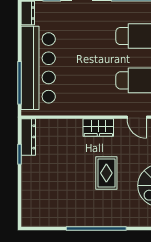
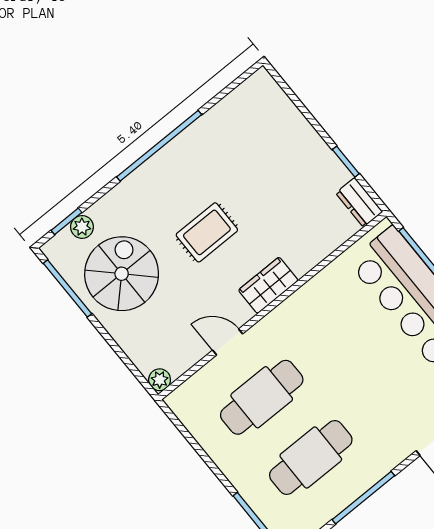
dresser: (28, 137) -> (359, 202), width x0.70
rug: (106, 173) -> (207, 232), turned 90

